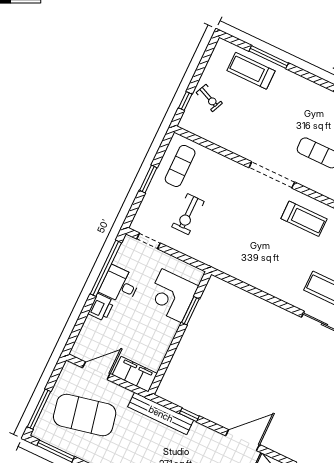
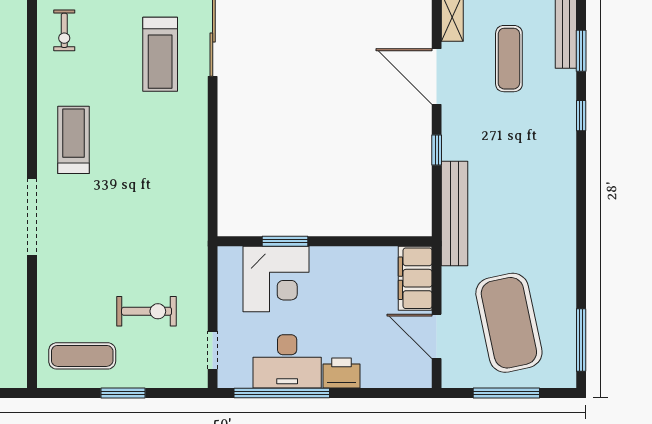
desk: (120, 285) -> (287, 361), width x1.37
window: (39, 409) -> (506, 393), moved
window: (189, 415) -> (437, 150), moved

